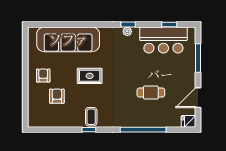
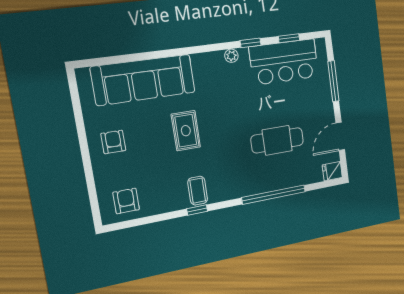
window: (128, 25) -> (251, 43), moved
rug: (90, 76) -> (186, 131), turned 90
cafe table: (151, 93) -> (277, 140), width x1.37, depth x1.35
armchair: (57, 96) -> (126, 201), moved

